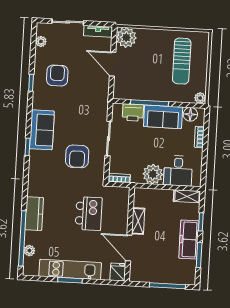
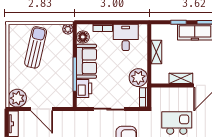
sun lounger: (182, 61) -> (36, 47), turned -77
door: (113, 64) -> (42, 109), hinge flipped
desk: (178, 171) -> (126, 37), moved, turned -90
plant: (153, 174) -> (138, 78), moved
shelving: (187, 196) -> (156, 52), moved

